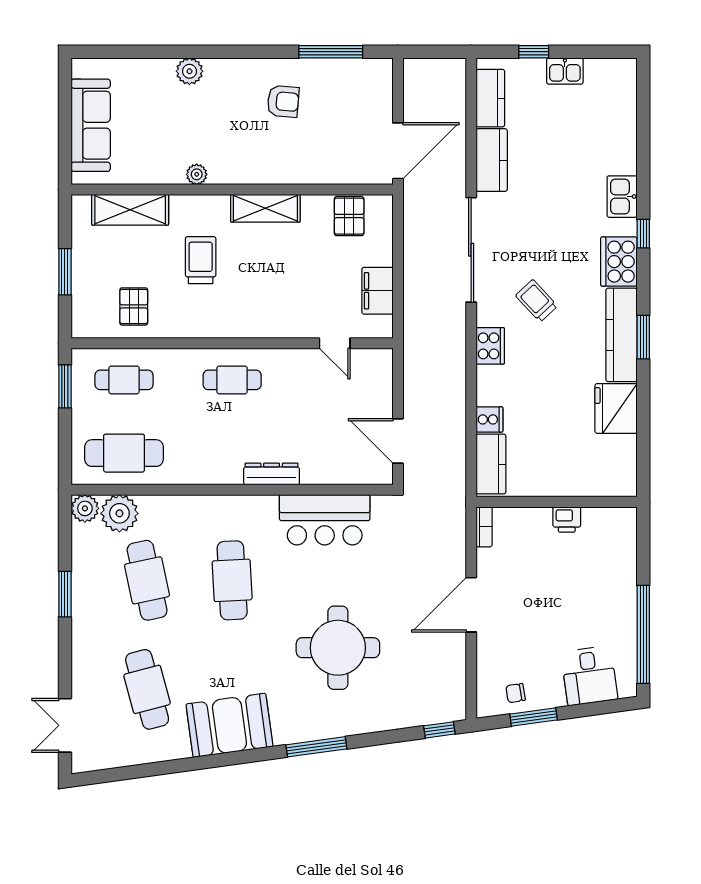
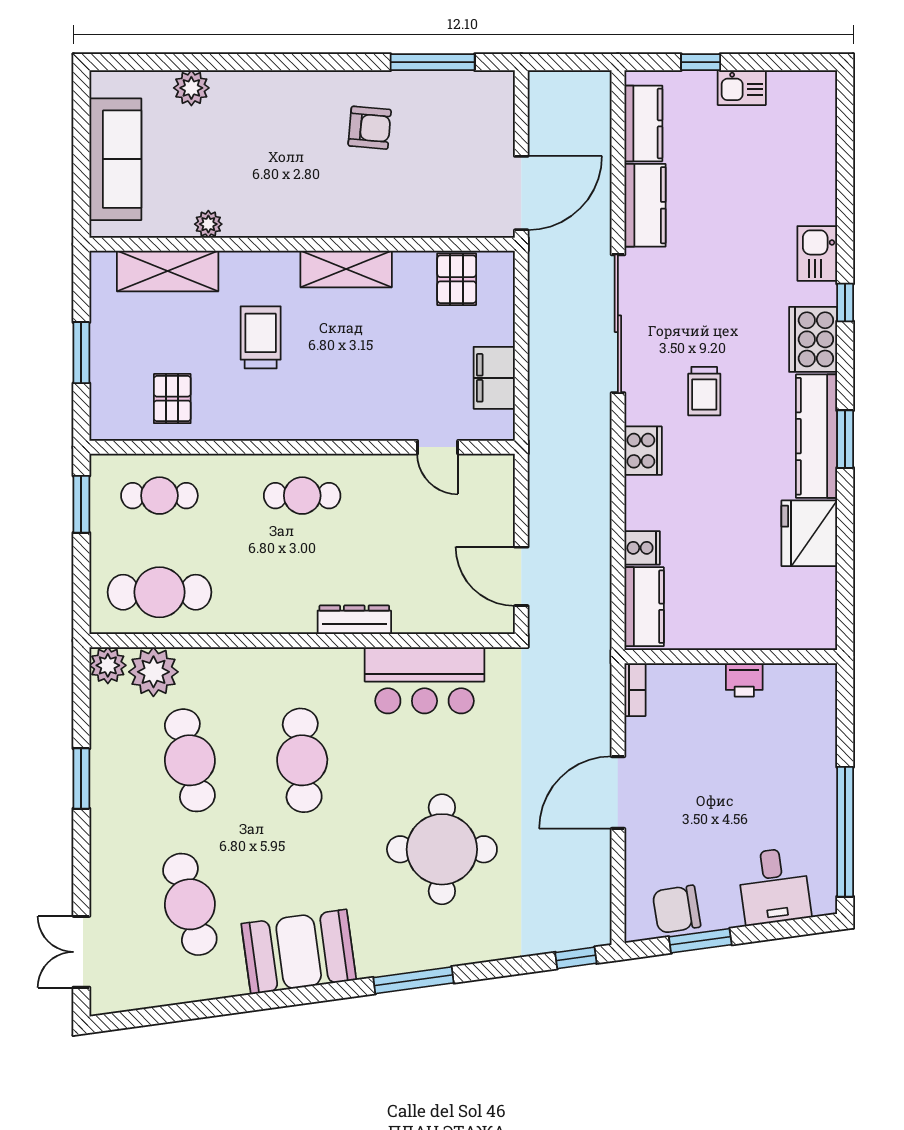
plant: (189, 71) -> (191, 88), moved
plant: (197, 174) -> (208, 224), moved
trolley: (537, 301) -> (704, 391), turned -137
chair: (516, 693) -> (677, 909), width x1.87, depth x1.87

